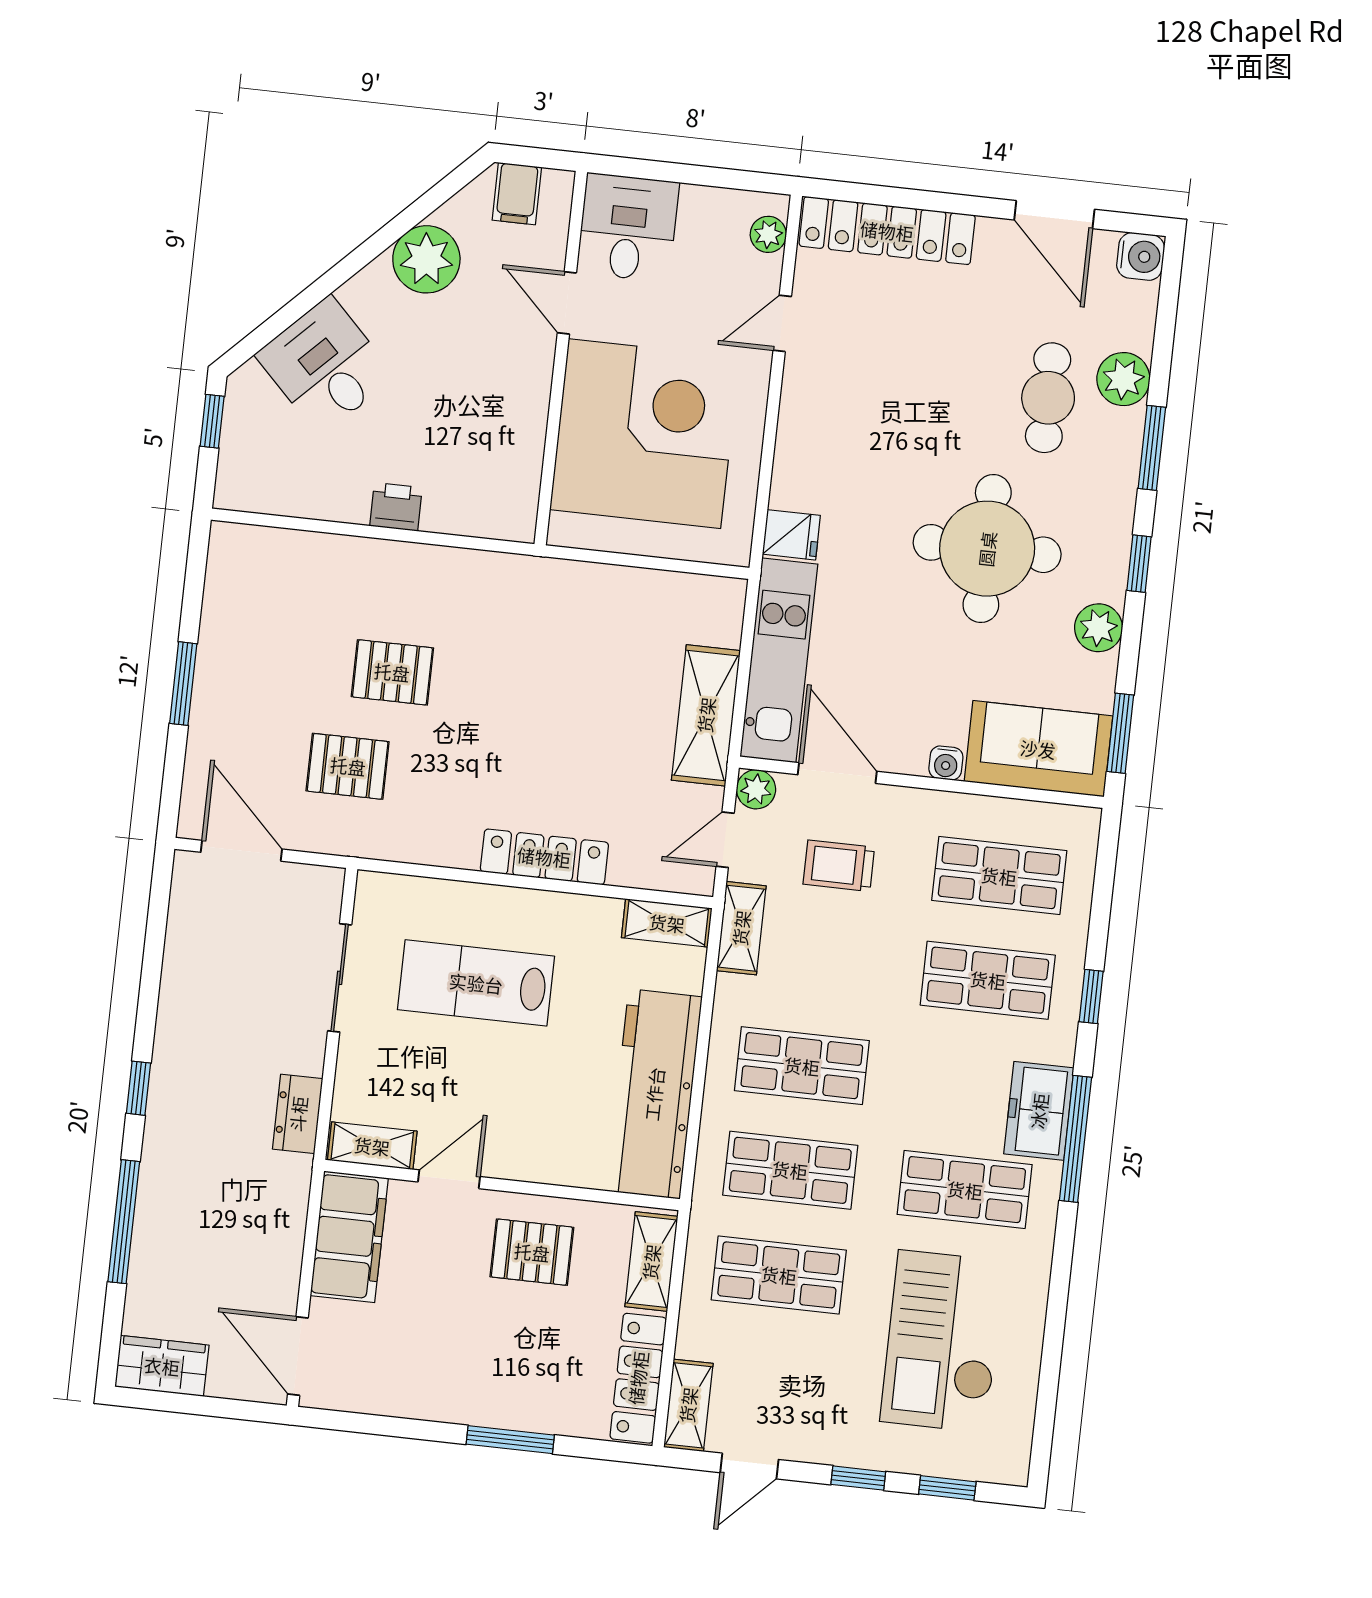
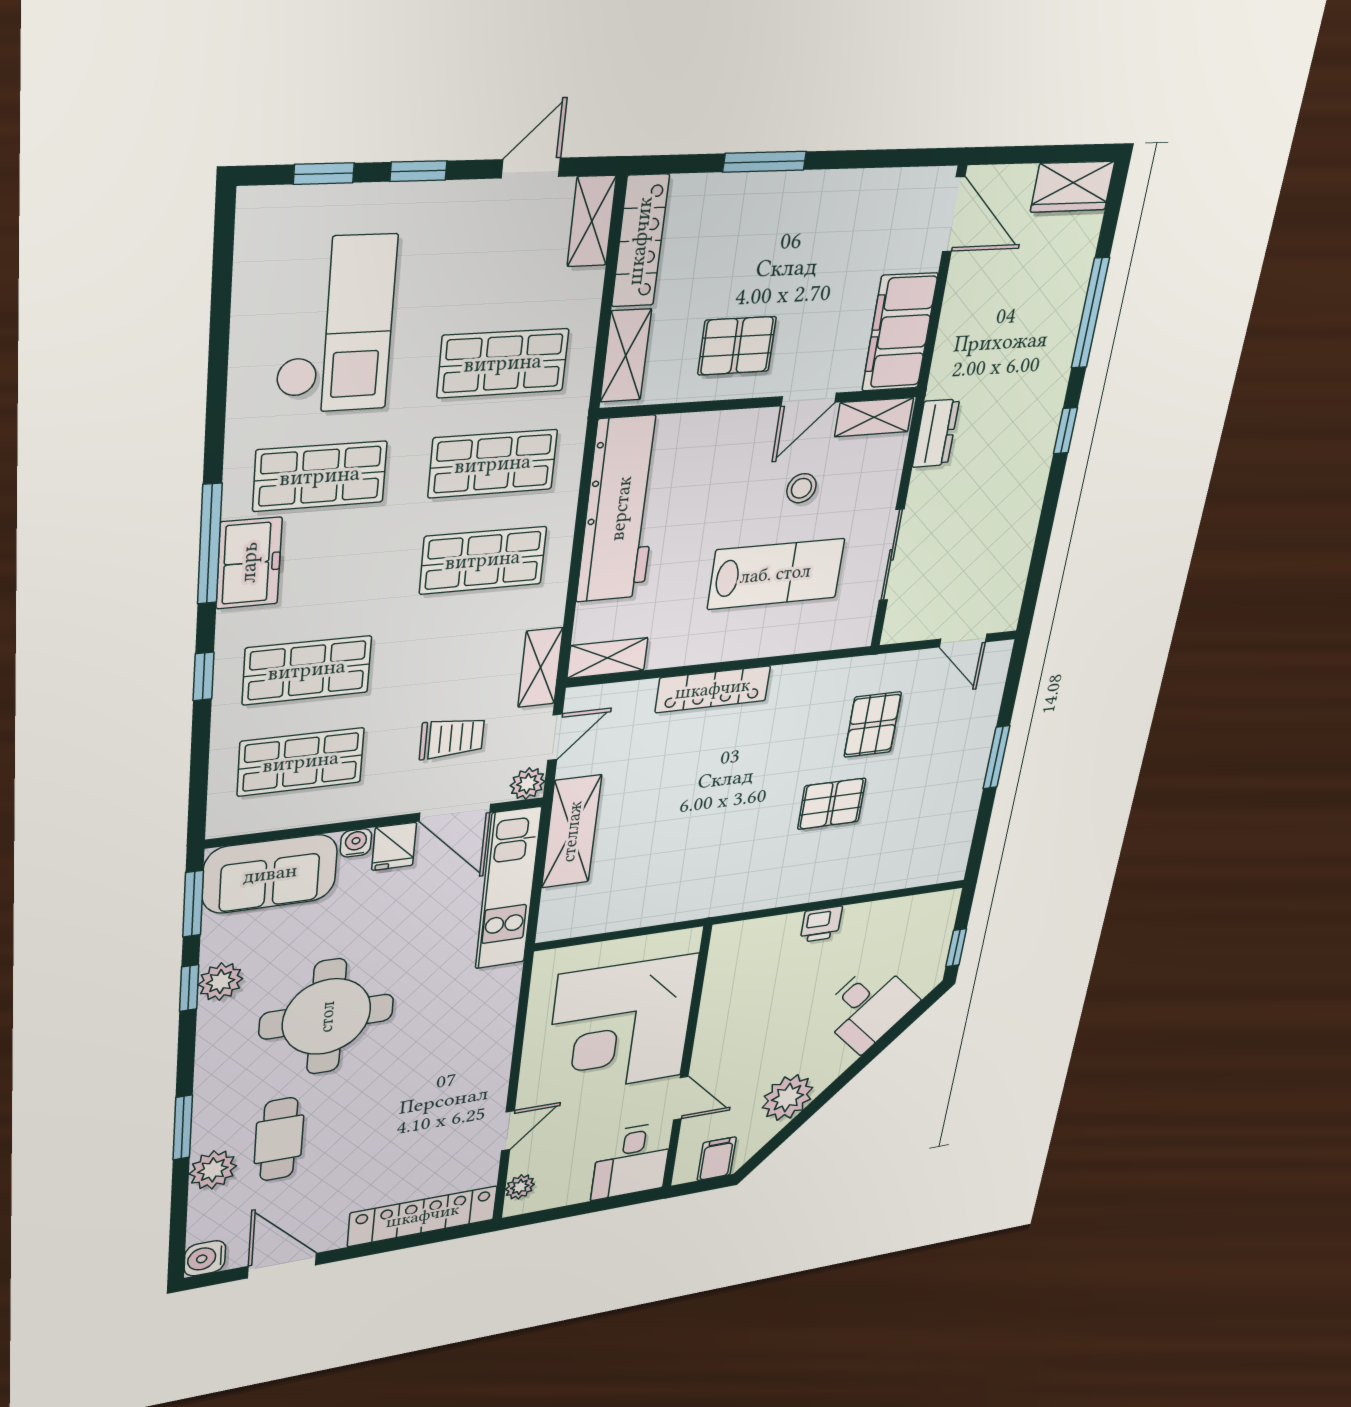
fridge: (791, 535) -> (394, 846), moved, turned -90
window: (1139, 564) -> (189, 988), moved
pallet: (348, 766) -> (873, 725), turned 90
door: (241, 851) -> (963, 641), width x0.73
stool: (452, 1079) -> (801, 488), added

